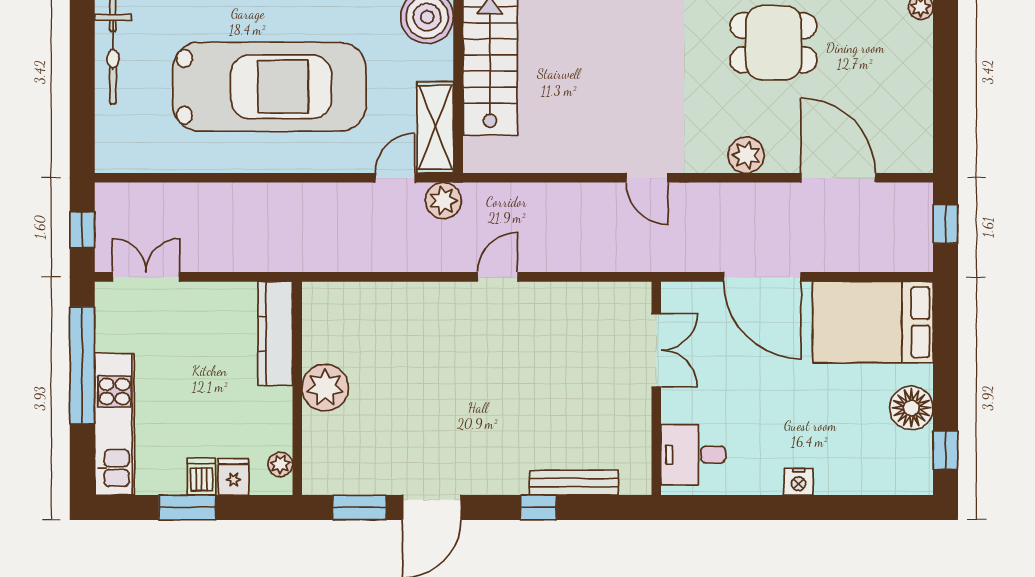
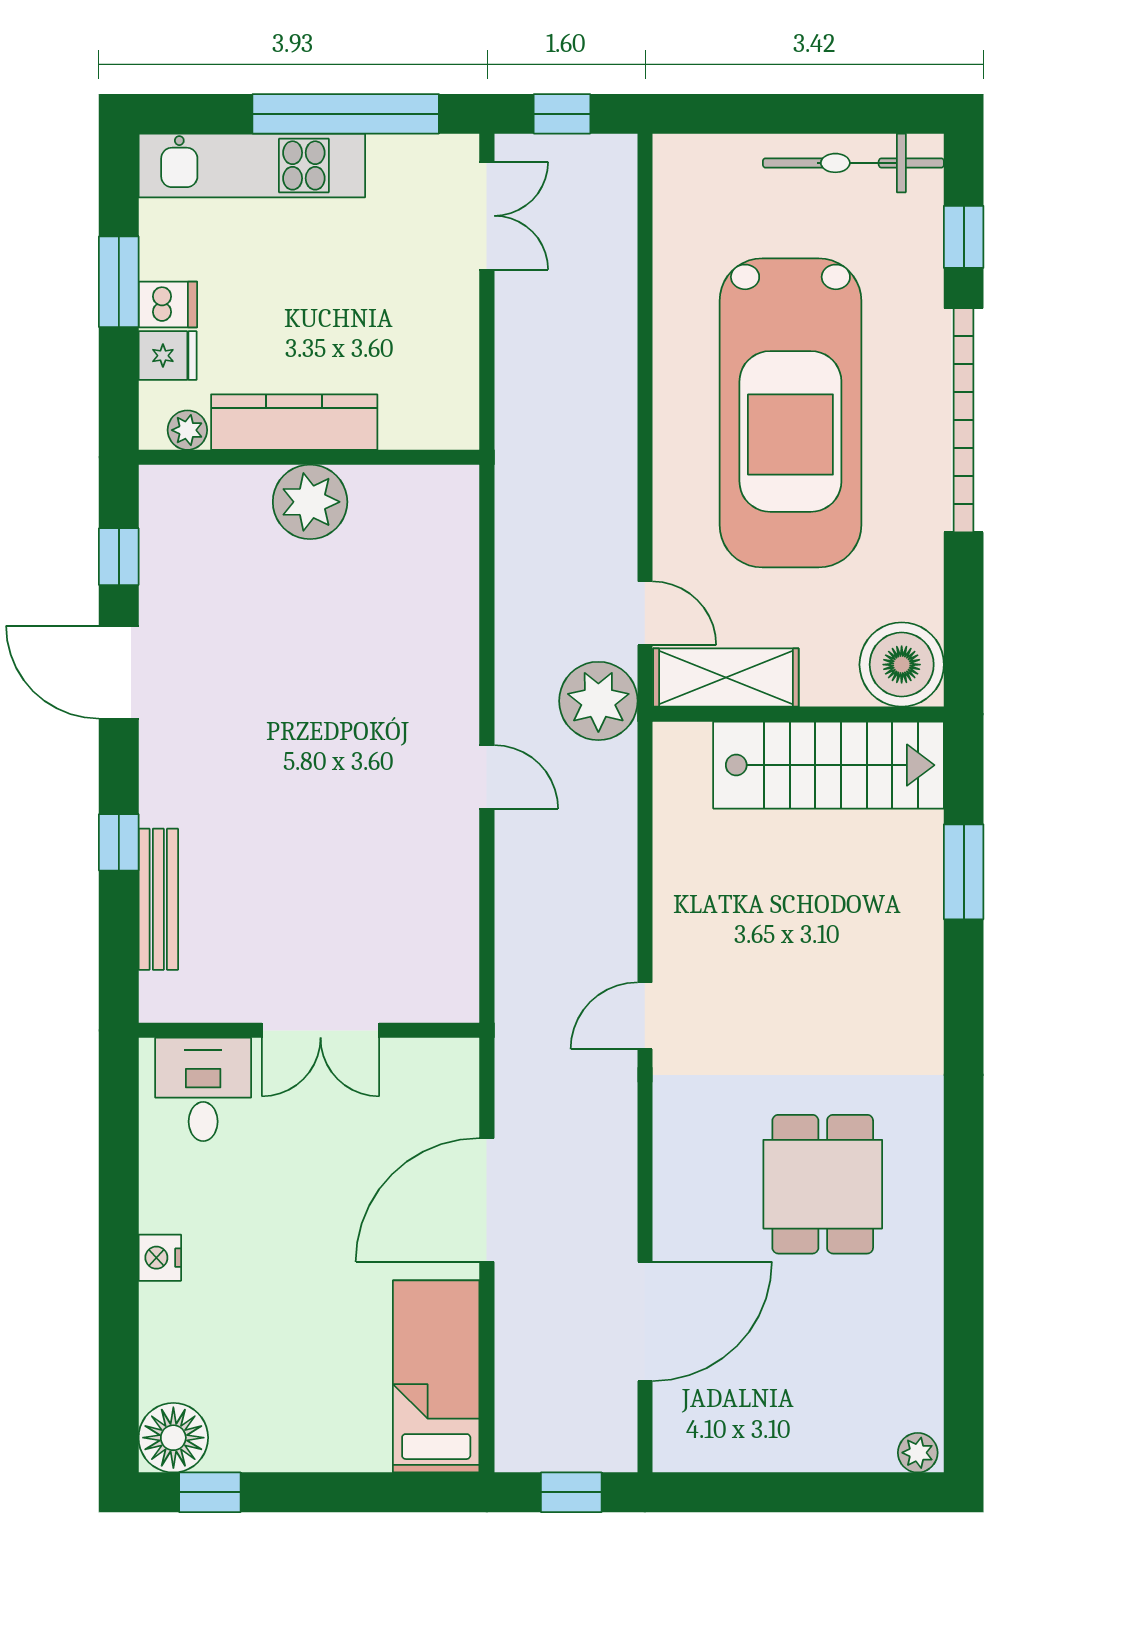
dining table: (774, 43) -> (823, 1184), moved
plant: (746, 155) -> (681, 1174), removed
plant: (443, 200) -> (598, 701), width x1.36, depth x1.36
bed: (873, 322) -> (436, 1376), width x0.67
kitchen counter: (275, 334) -> (294, 422), moved
double door: (656, 350) -> (321, 1030), moved
floor lamp: (911, 408) -> (173, 1438), moved
window: (360, 507) -> (119, 557), width x0.67

